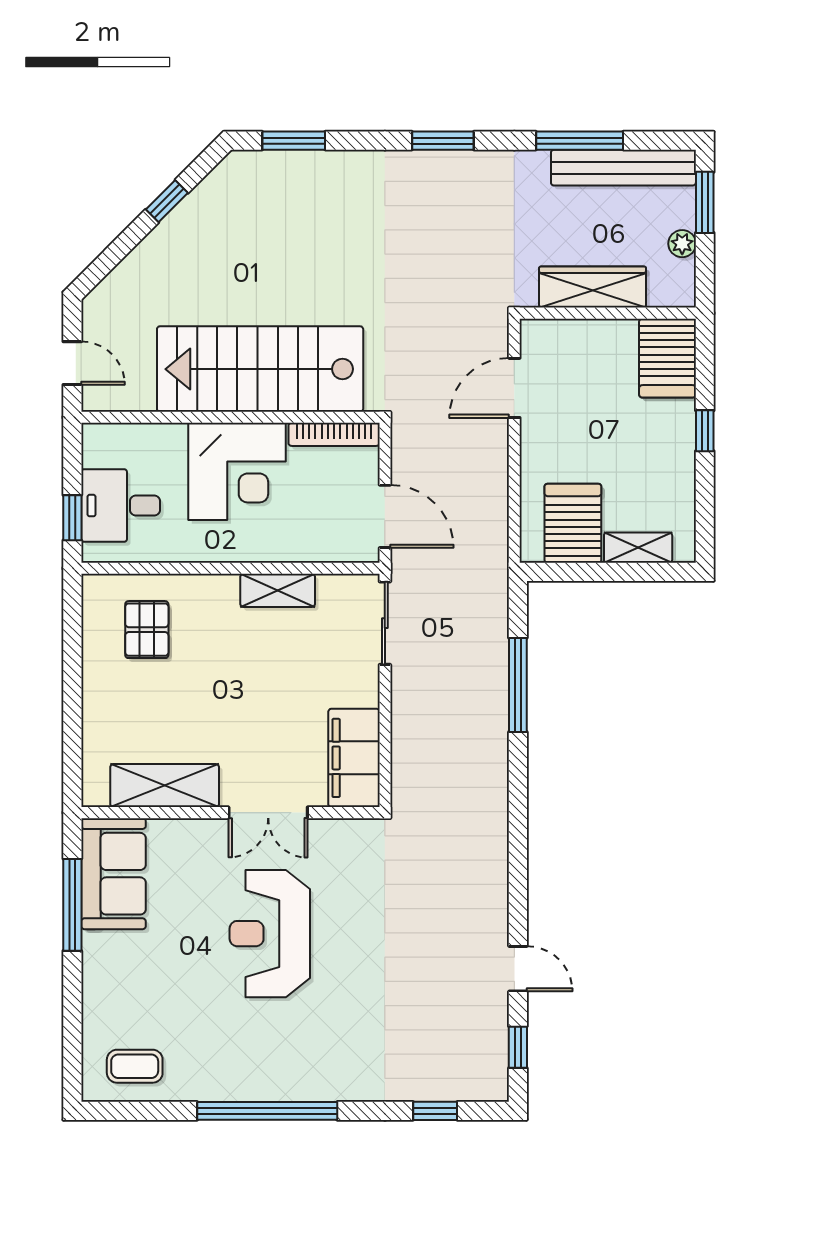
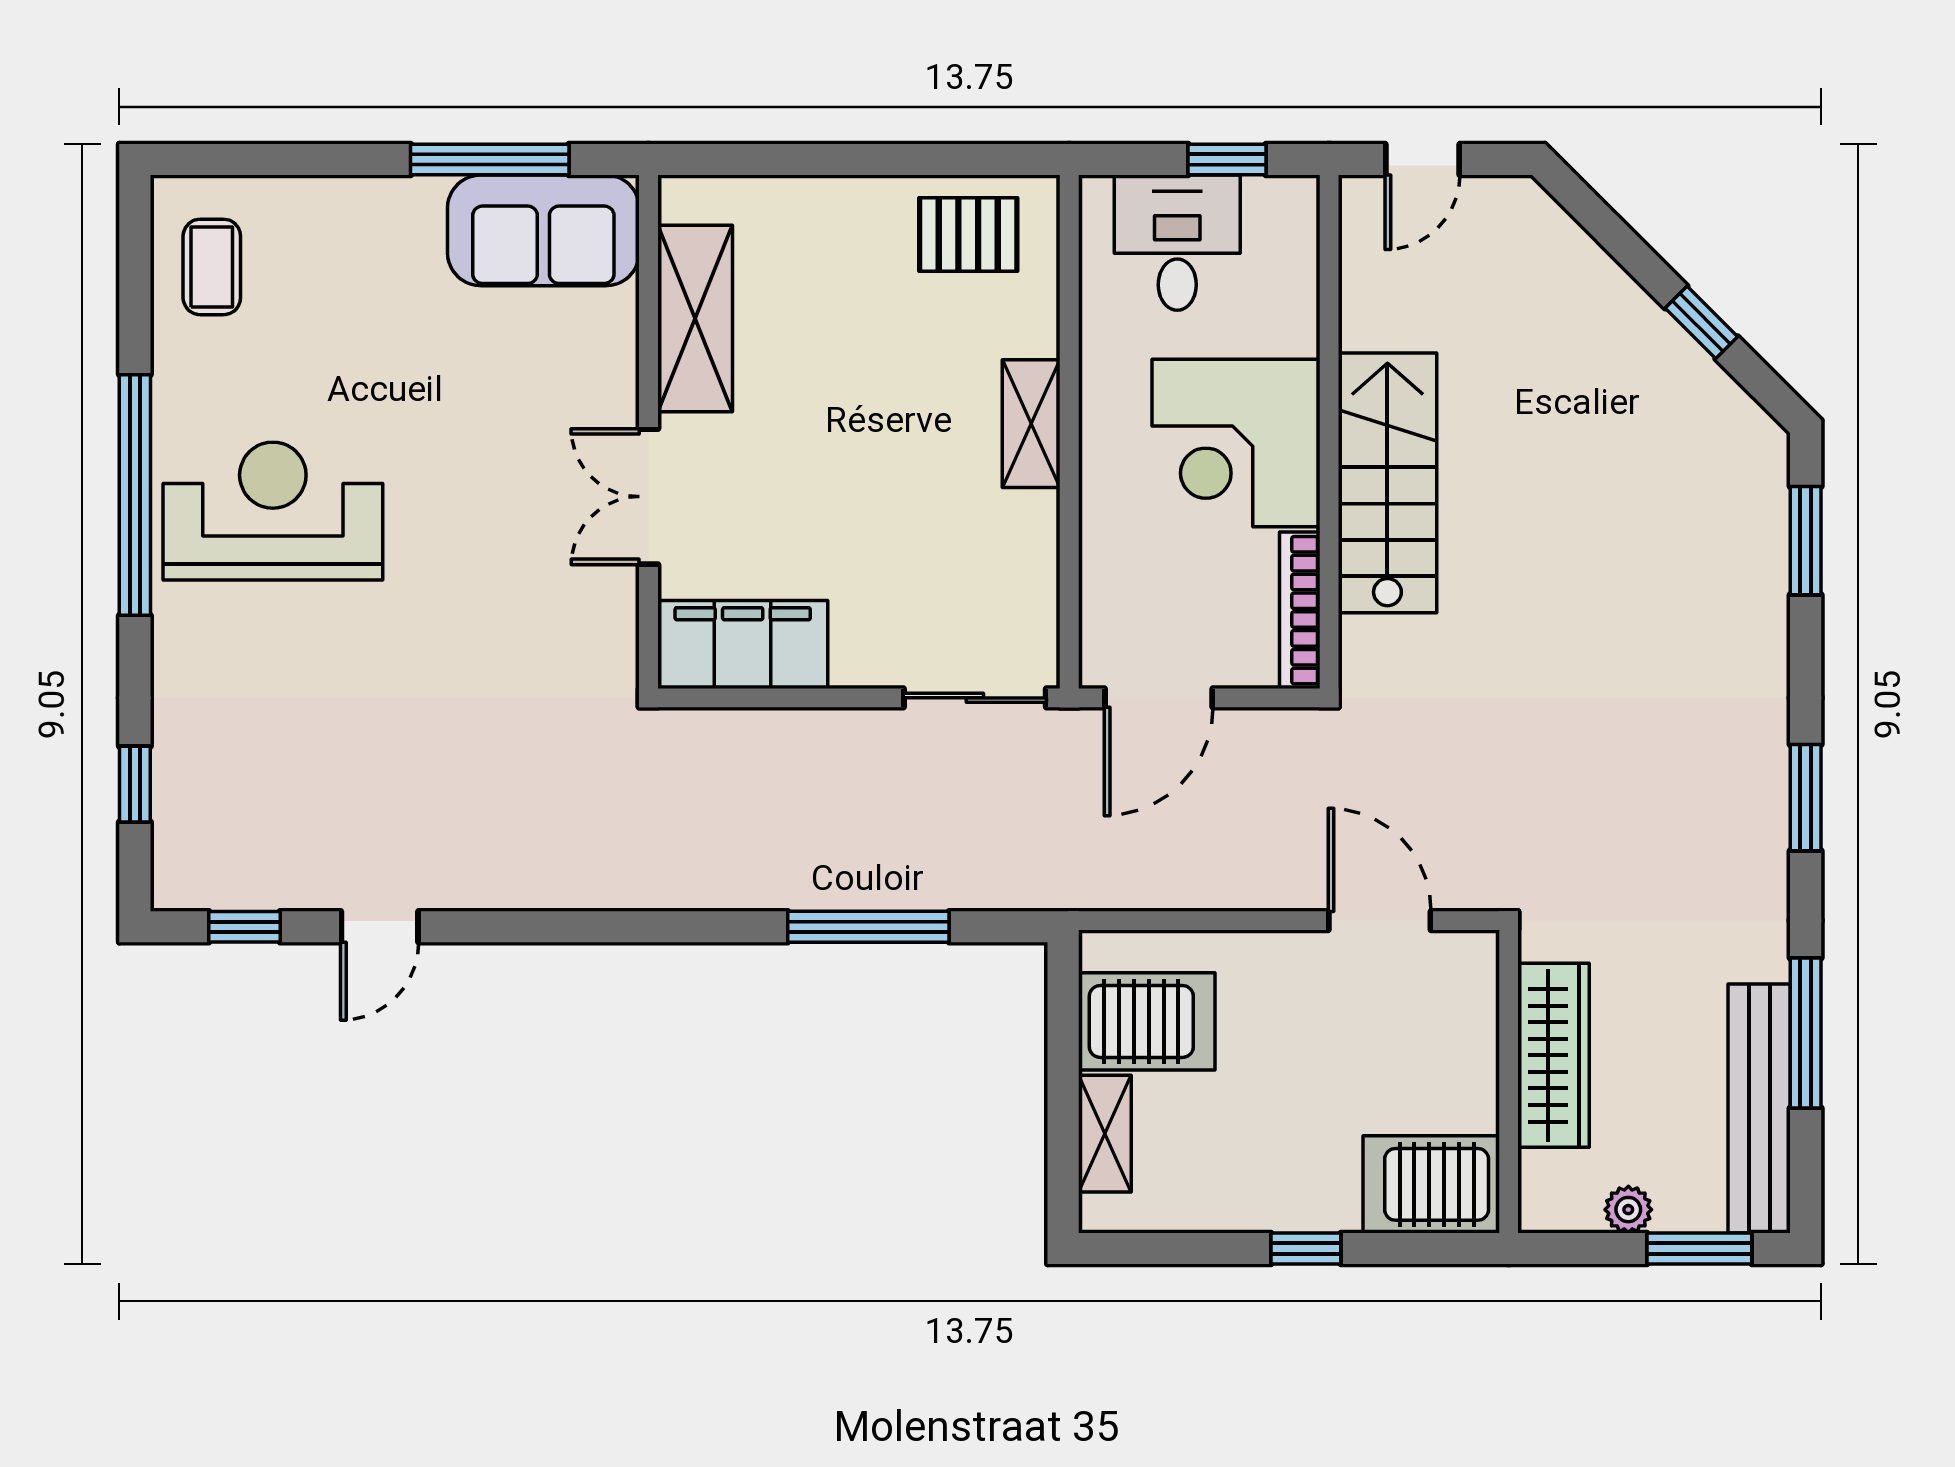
stairs: (260, 369) -> (1387, 483), width x0.73, depth x0.66
window: (72, 518) -> (1227, 159), moved
shelving: (278, 590) -> (1031, 424), moved
pallet: (147, 630) -> (968, 234), moved
reception desk: (270, 934) -> (273, 511), moved

